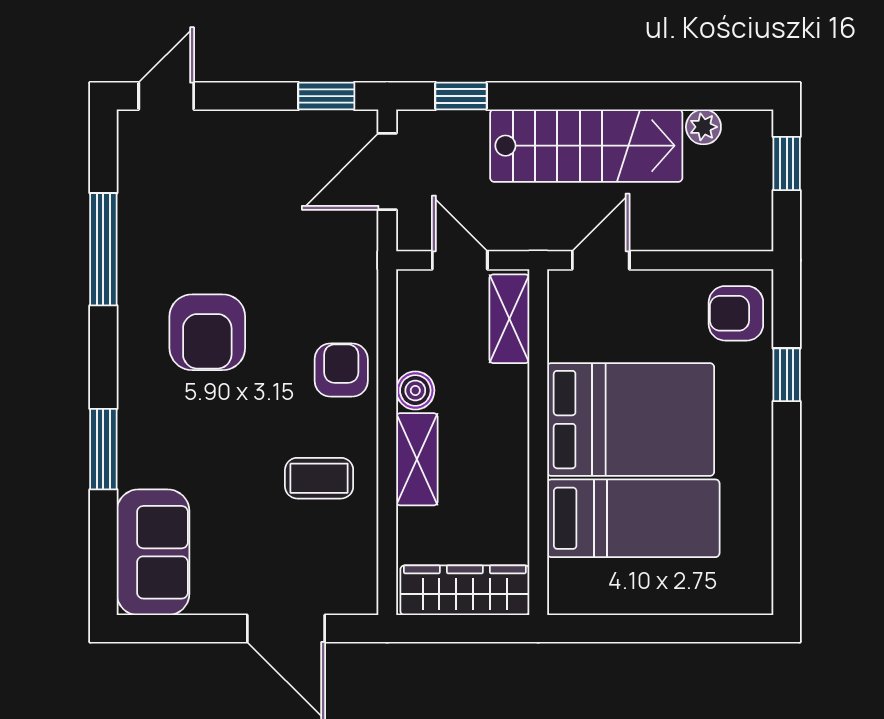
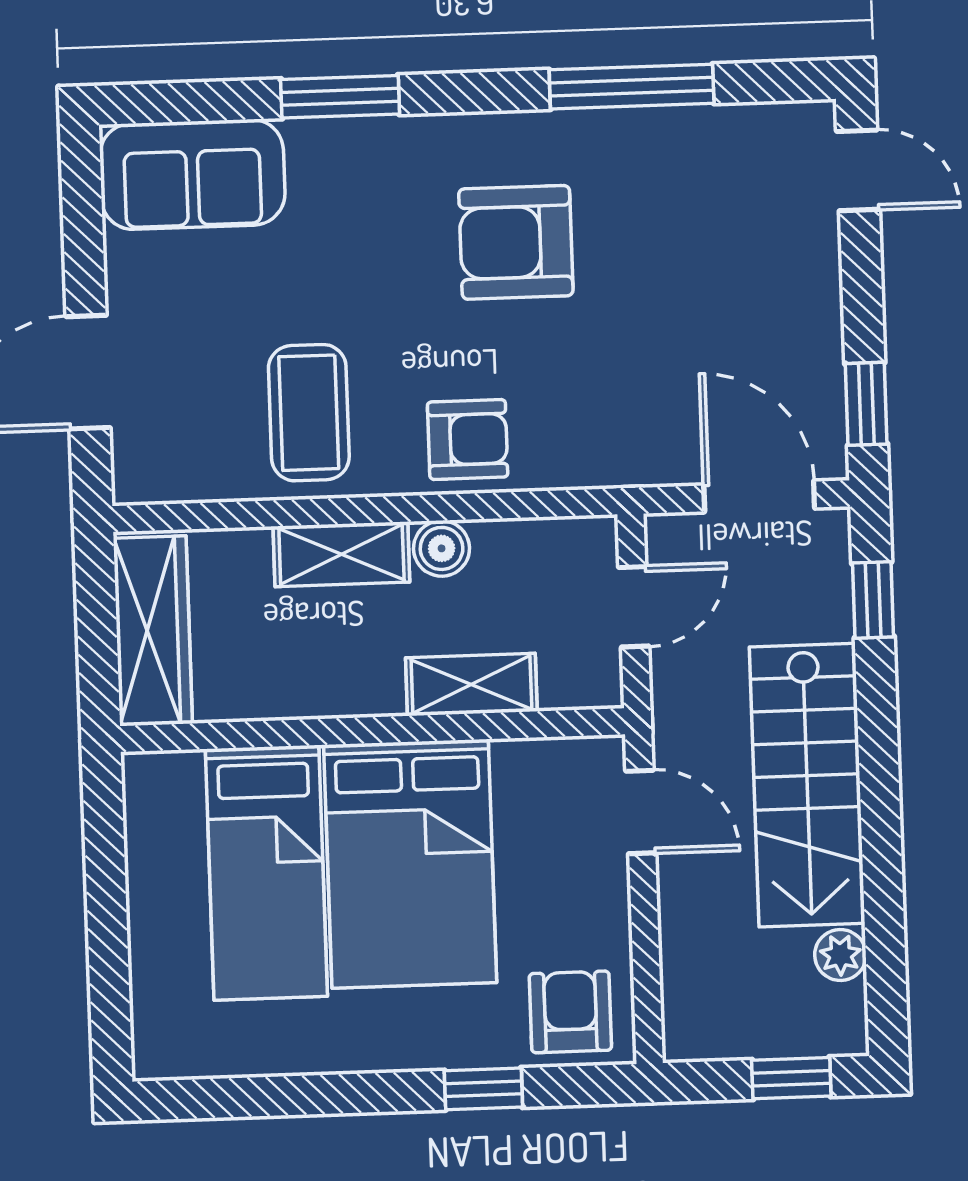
shelving: (509, 319) -> (471, 685), moved
coffee table: (319, 478) -> (309, 413), width x1.36, depth x1.30

